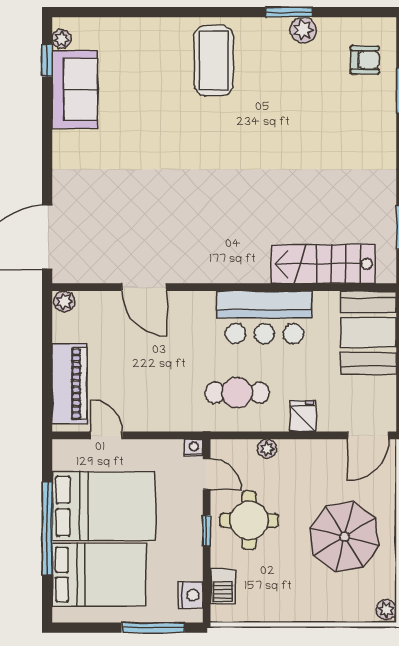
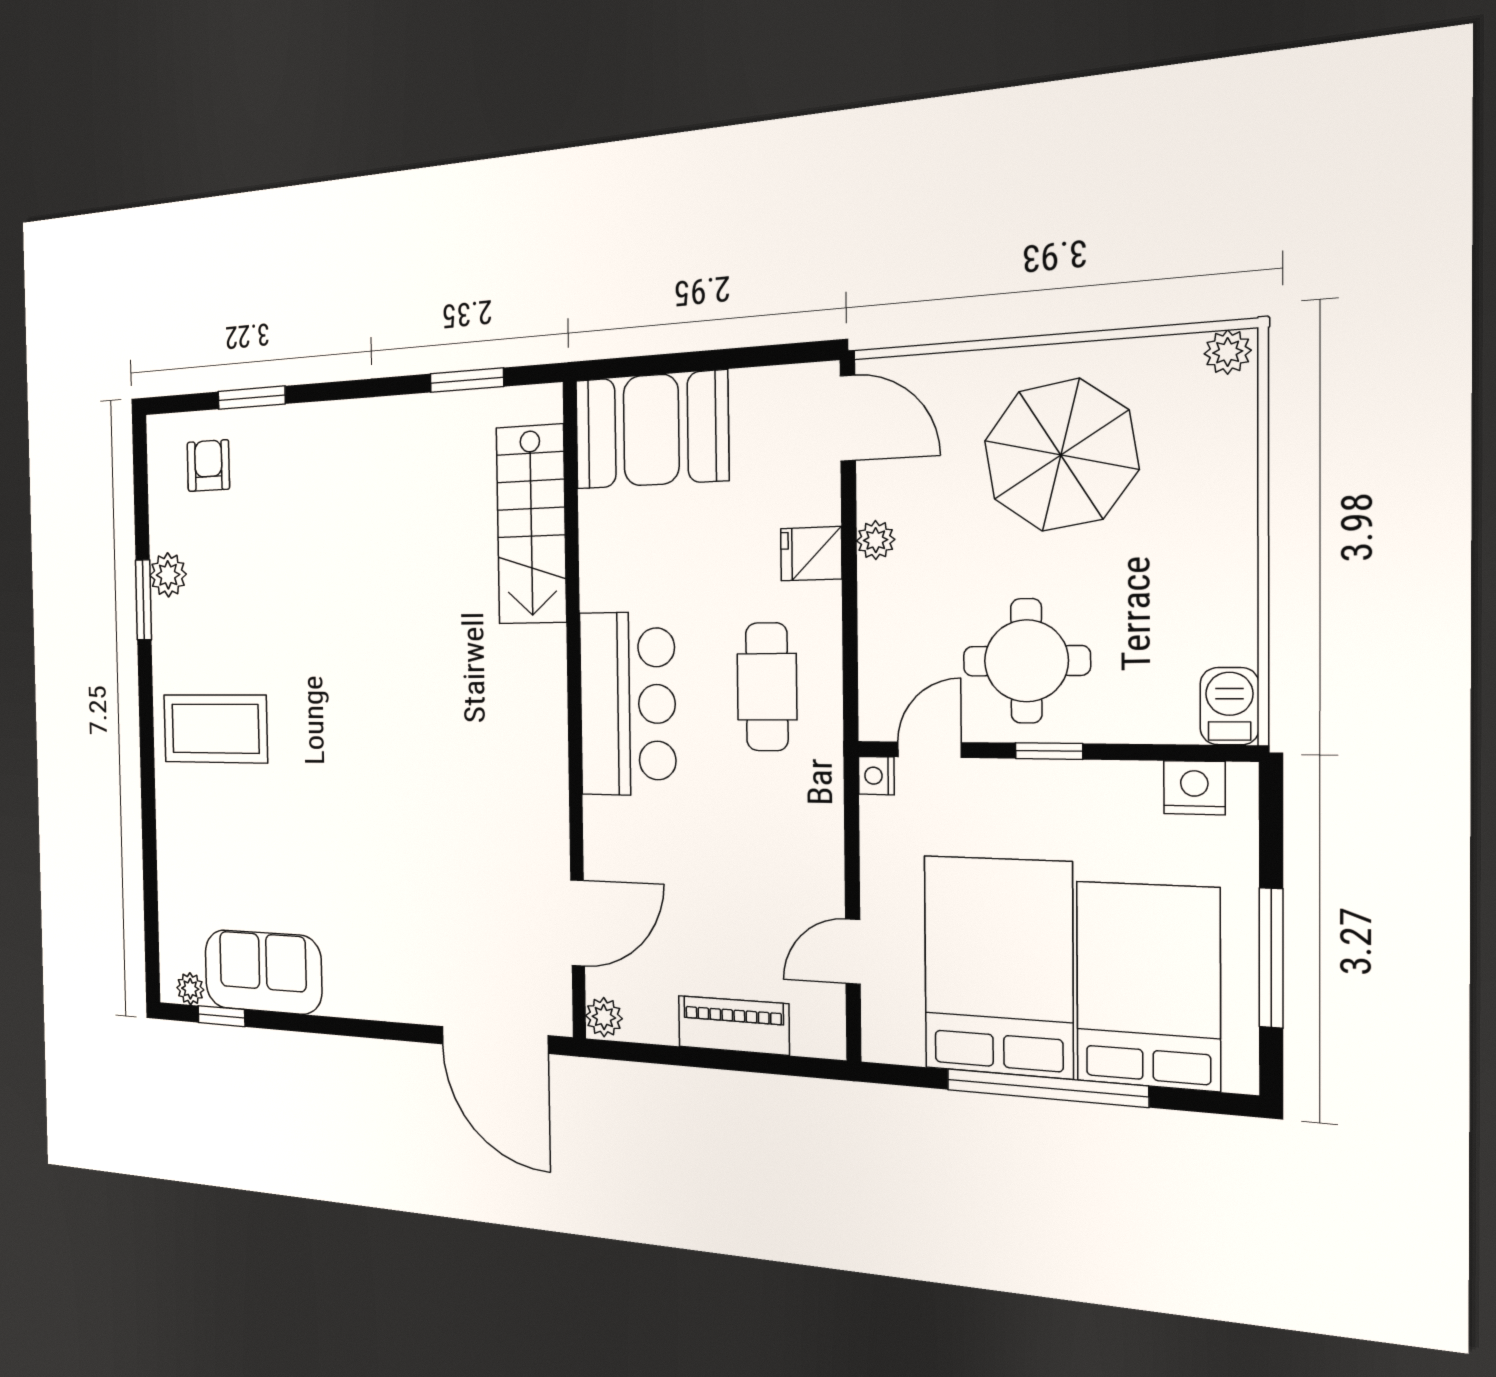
door: (144, 287) -> (578, 923), moved
bar counter: (264, 317) -> (627, 704), moved
piano: (70, 384) -> (733, 1025), width x0.73, depth x0.75
plant: (267, 449) -> (876, 540), moved
barbecue: (223, 587) -> (1229, 706), moved, turned -90
window: (153, 628) -> (1271, 958), moved

